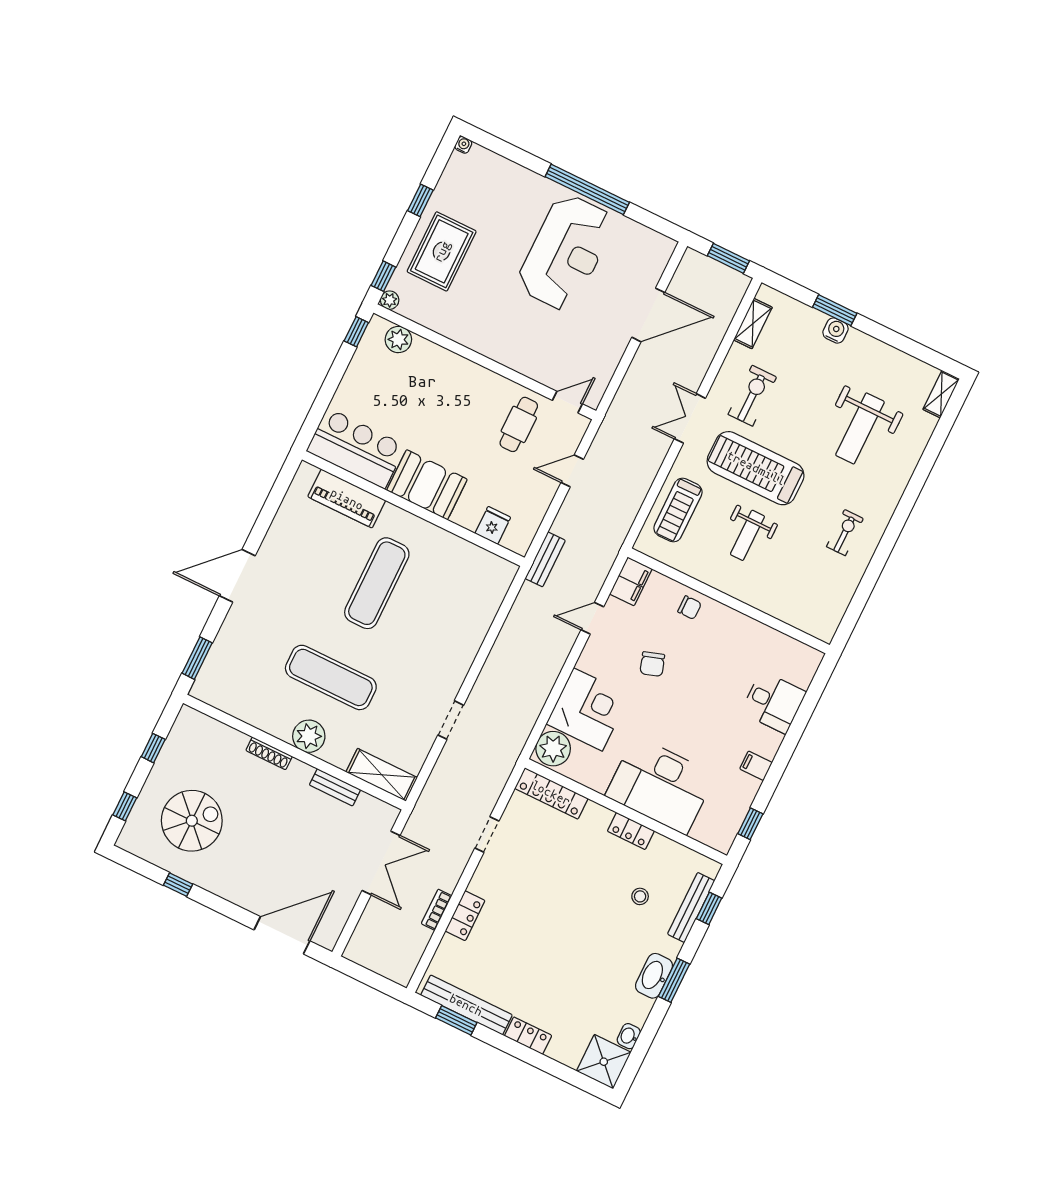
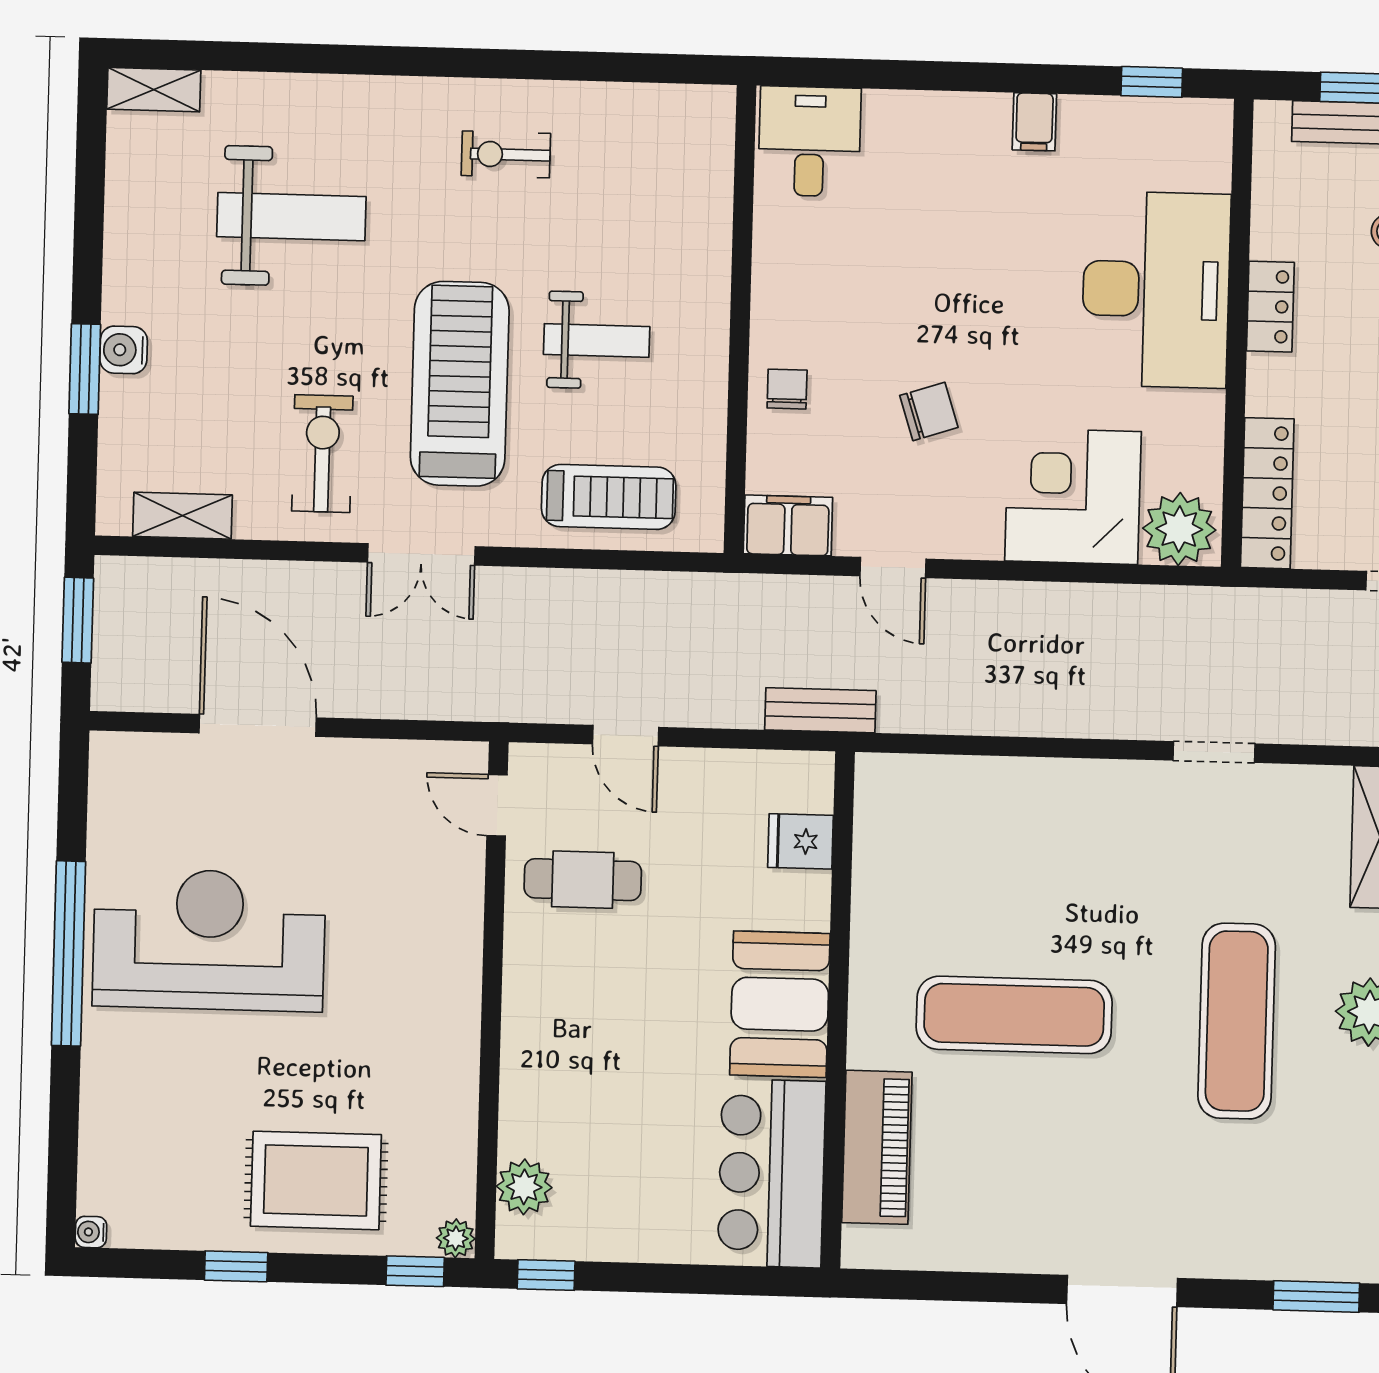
exercise bike: (752, 396) -> (322, 454), turned 90
treadmill: (756, 468) -> (460, 384), turned 180
desk: (773, 702) -> (810, 141), moved

